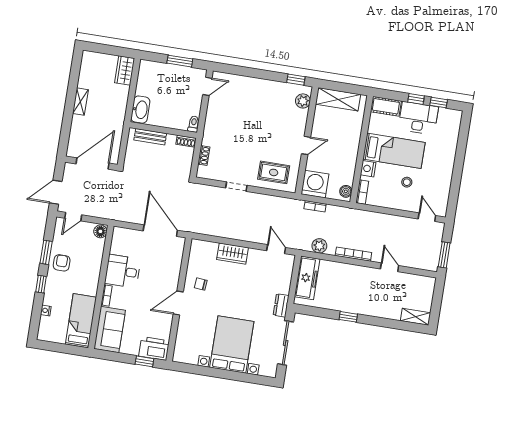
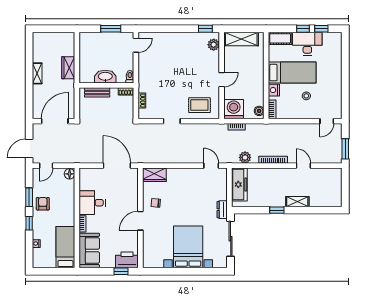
wardrobe: (125, 70) -> (68, 68), moved
washbasin: (140, 110) -> (105, 77), moved, turned -90
door: (427, 217) -> (327, 121), swing flipped
wardrobe: (232, 254) -> (154, 175), moved
shelving: (416, 317) -> (297, 202), moved

